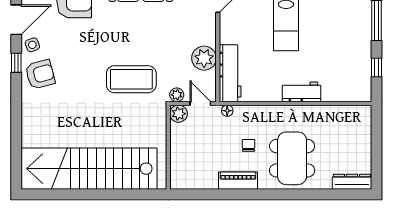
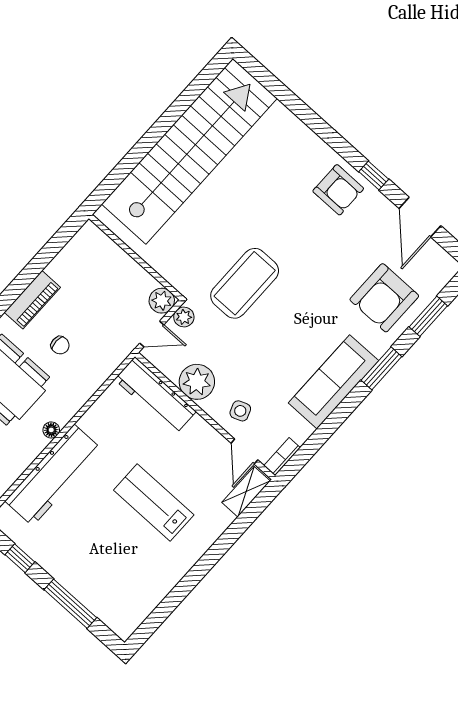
side table: (32, 45) -> (240, 411), moved
armchair: (40, 74) -> (338, 190), turned -75
workbench: (302, 92) -> (53, 475), width x1.88, depth x1.32
floor lamp: (227, 111) -> (51, 430), moved

